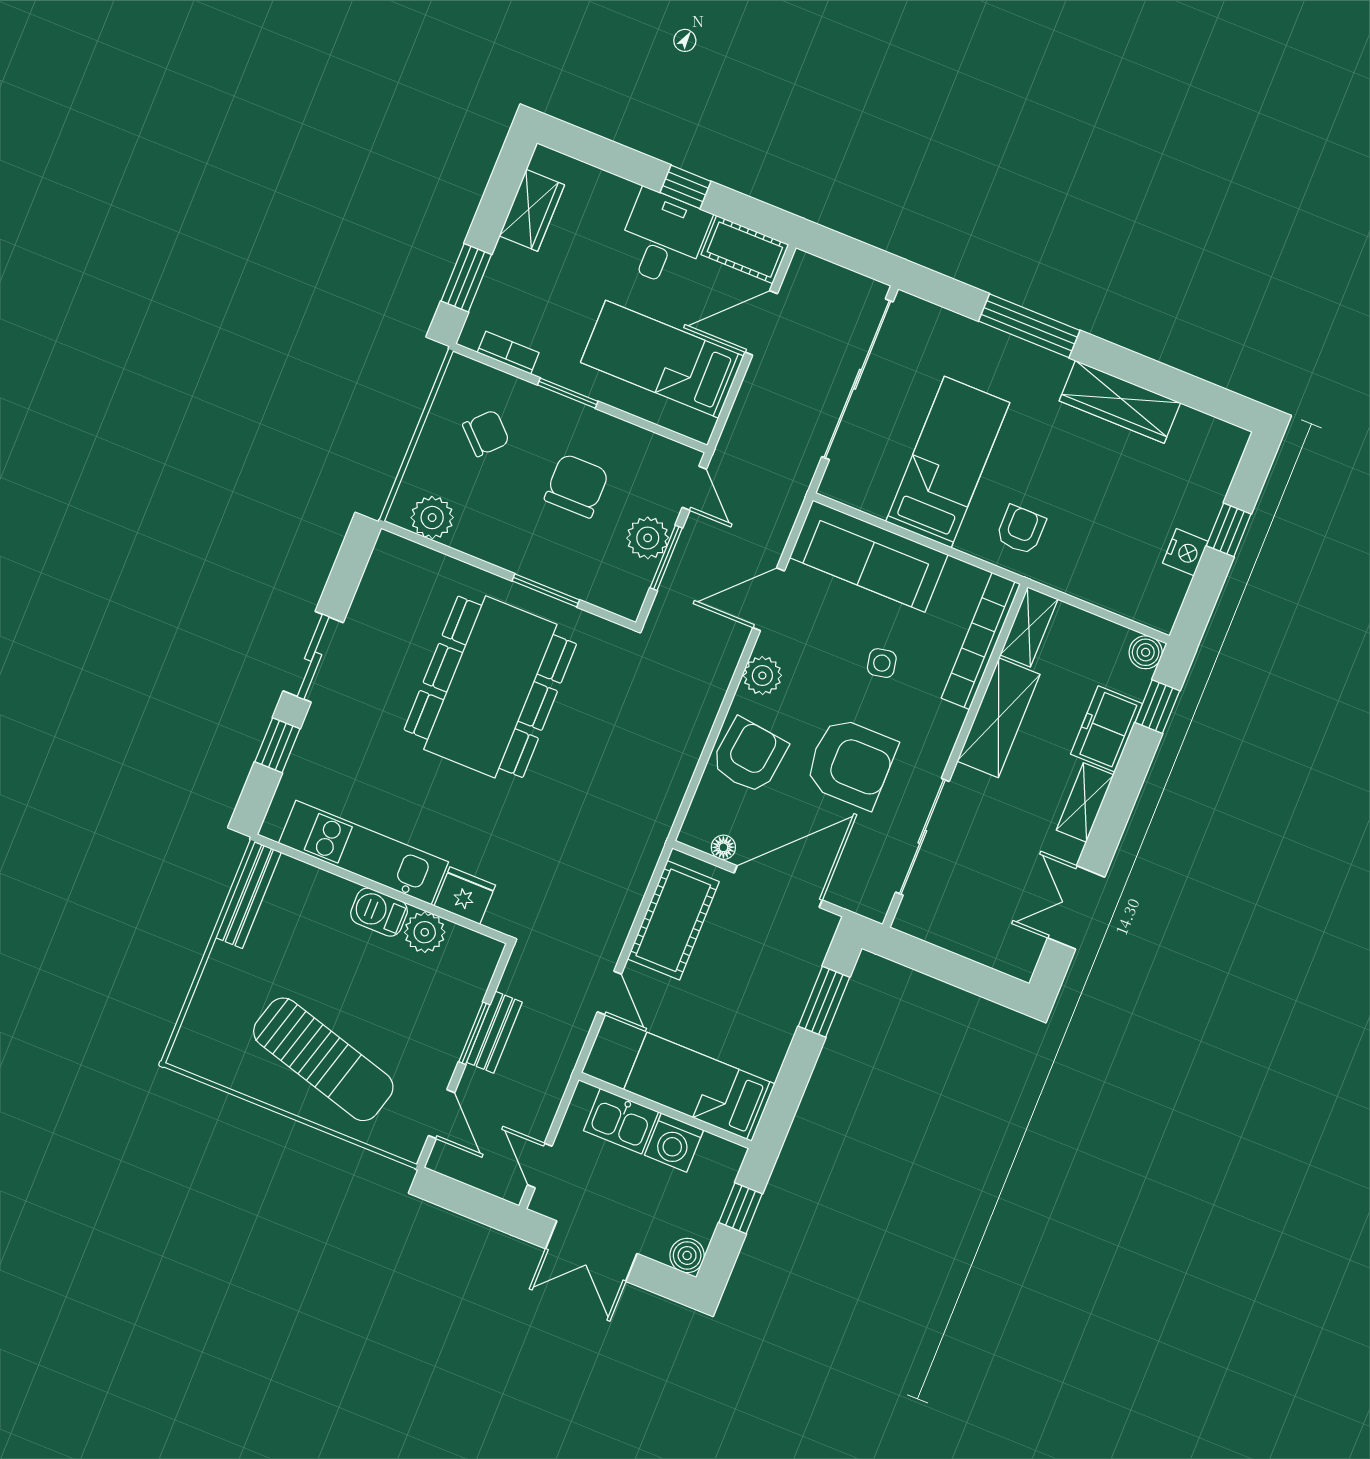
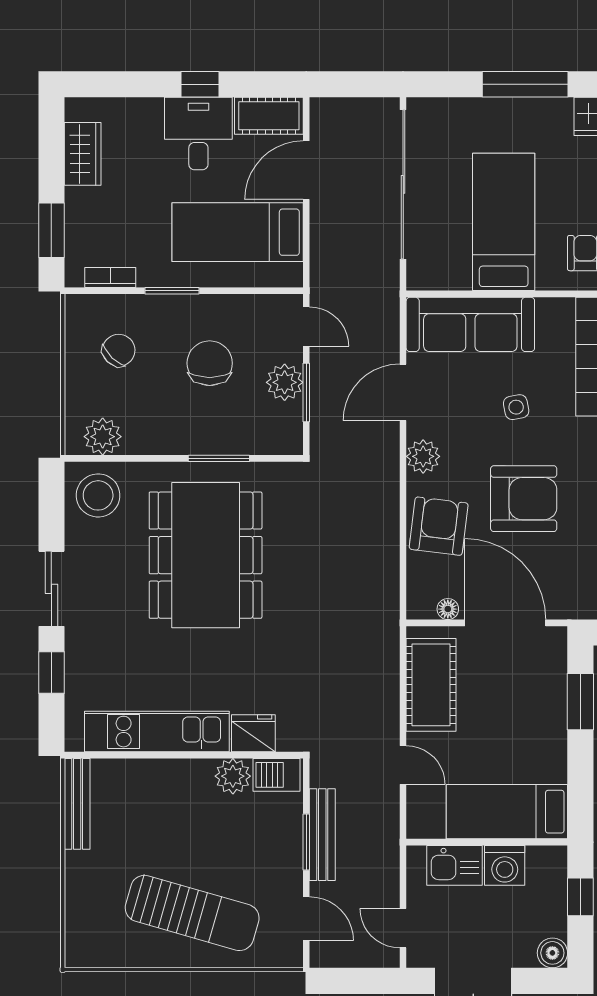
stool: (402, 578) -> (98, 495), added
door: (778, 886) -> (505, 623), hinge flipped
barbecue: (379, 912) -> (277, 775), moved
bench: (494, 1032) -> (322, 835), width x1.36

